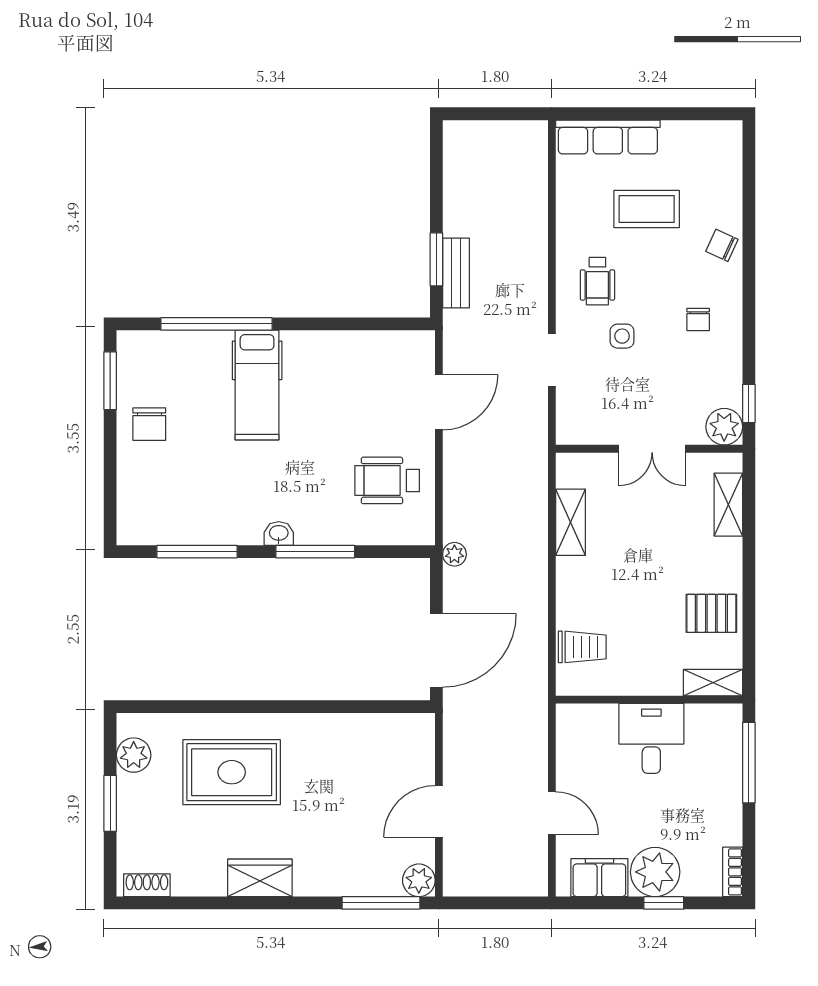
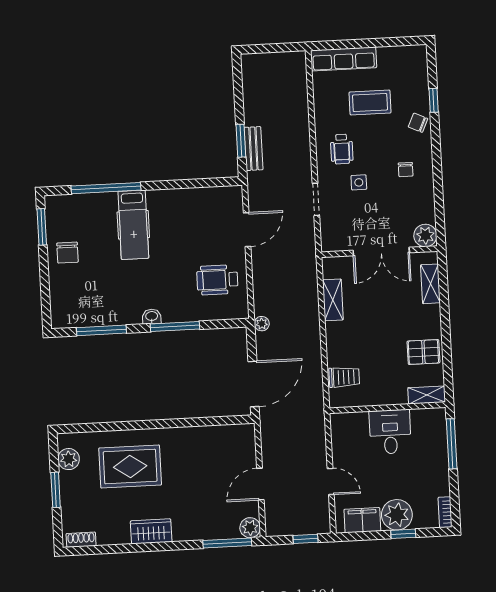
window: (749, 404) -> (434, 100), moved
double door: (652, 449) -> (381, 252), width x1.37
window: (507, 903) -> (305, 539), added

